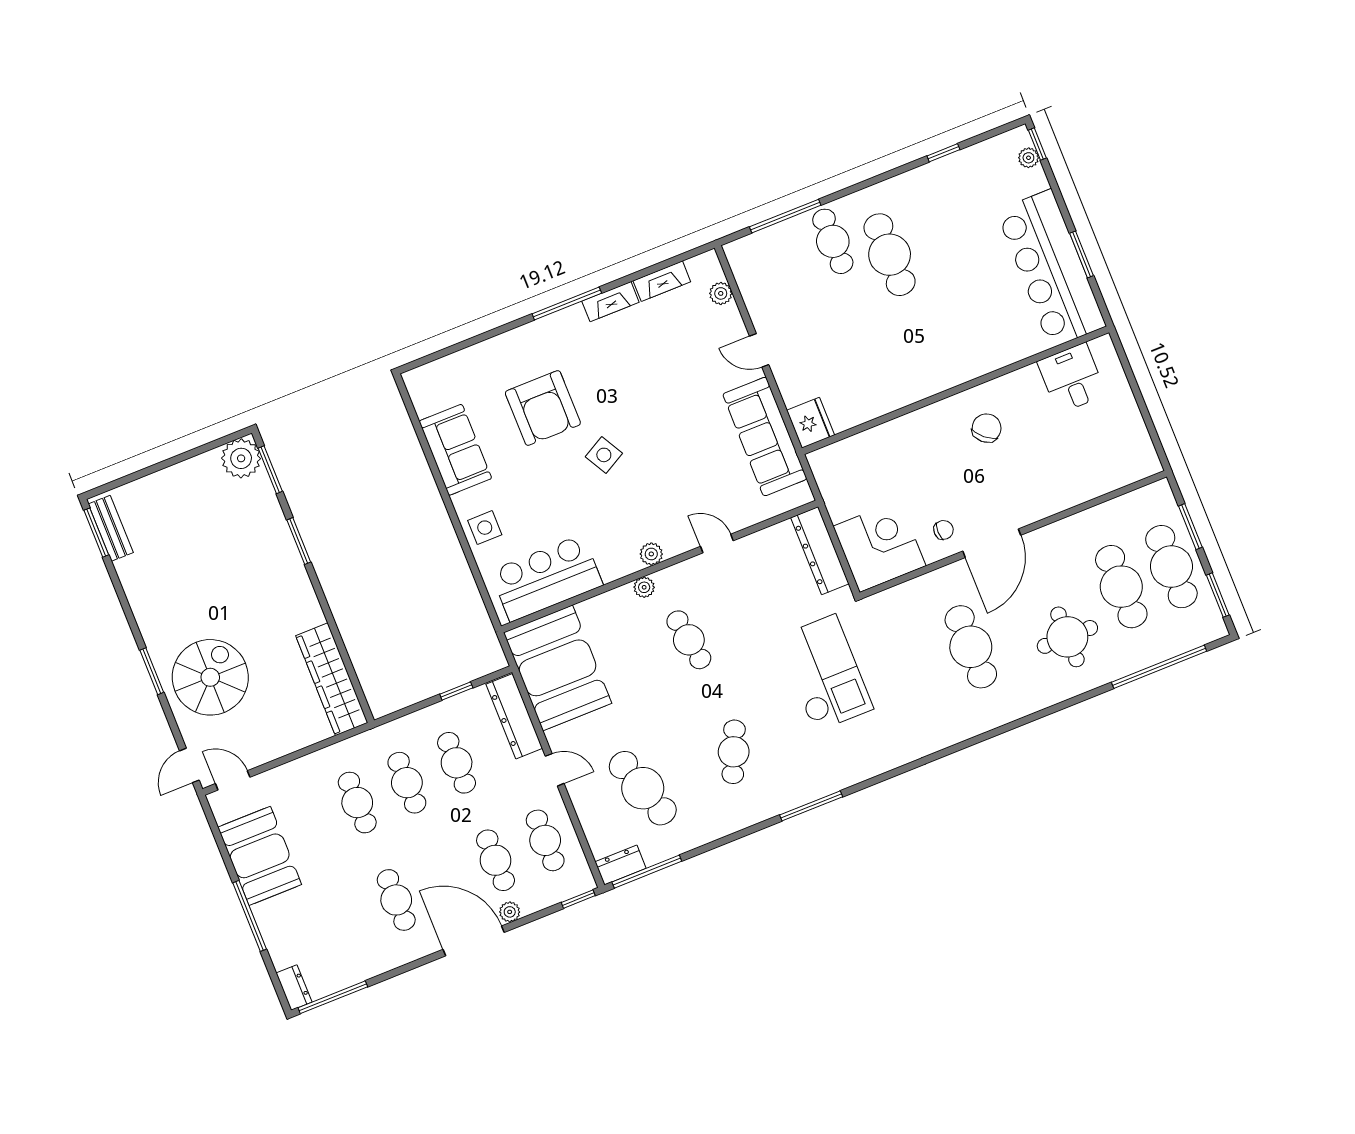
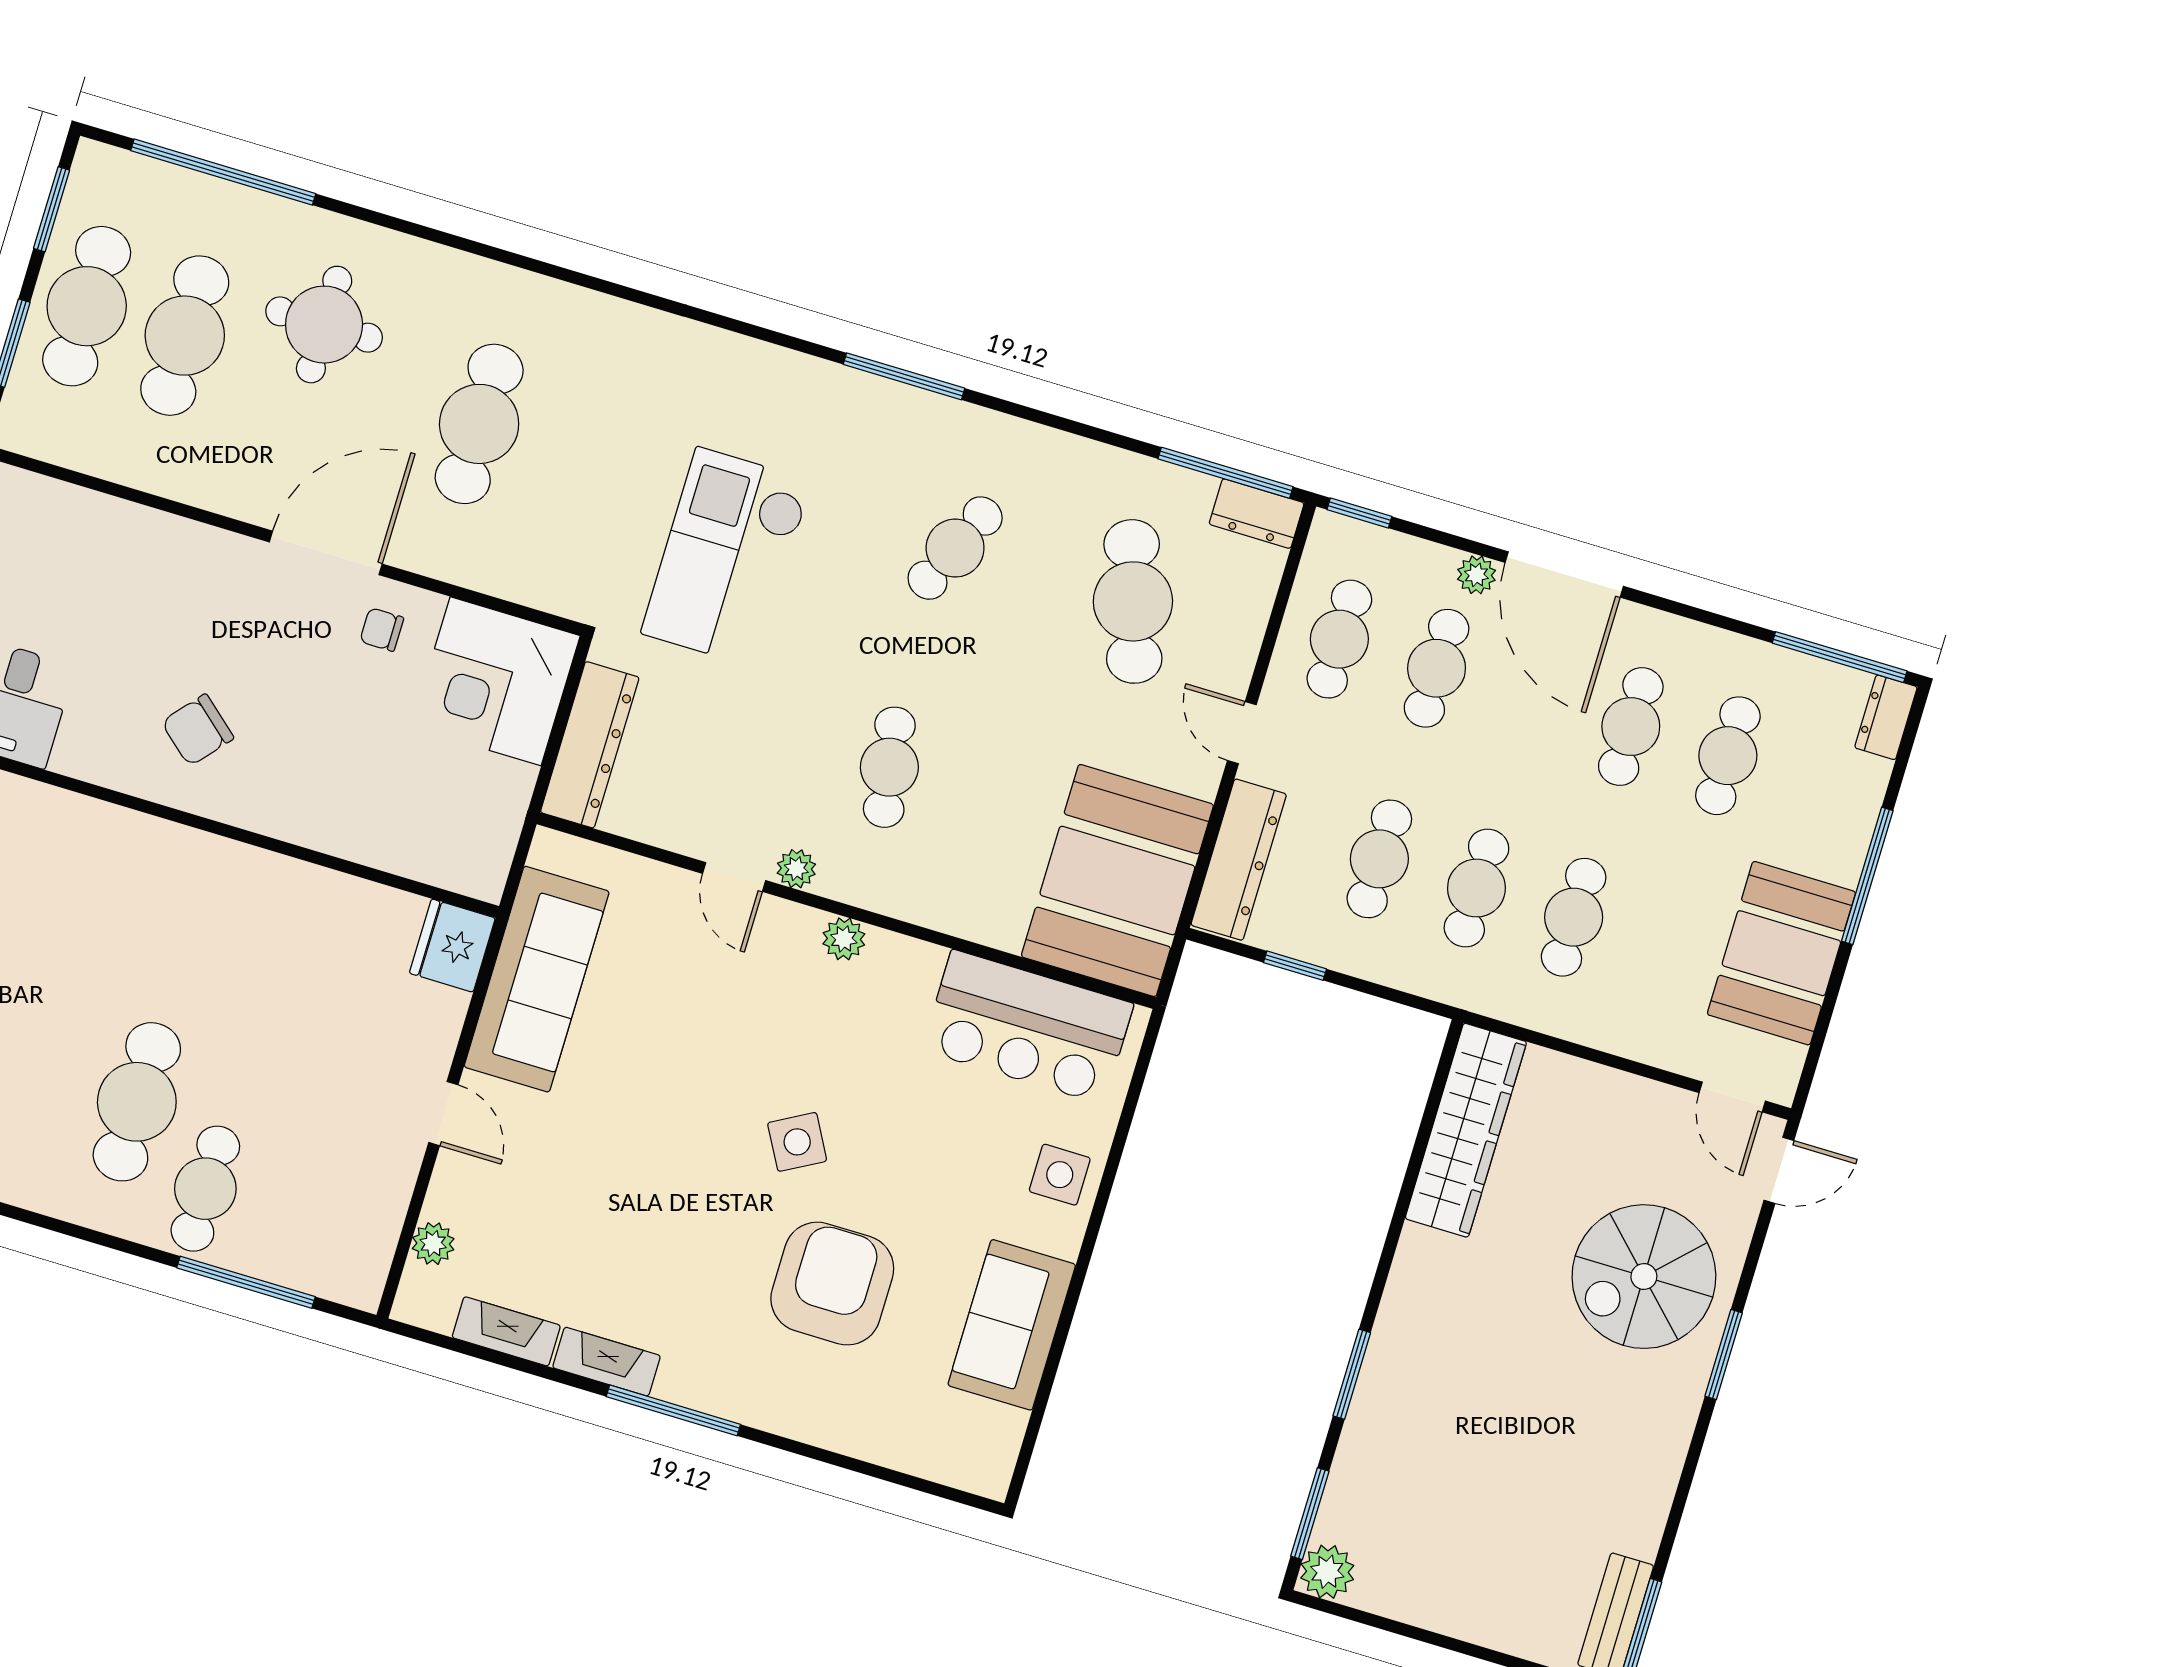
plant: (241, 458) -> (1327, 1572), width x0.73, depth x0.73
plant: (644, 587) -> (796, 869), moved
cafe table: (347, 920) -> (1728, 756), added

